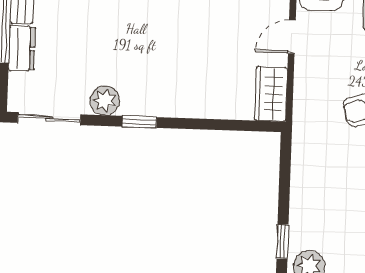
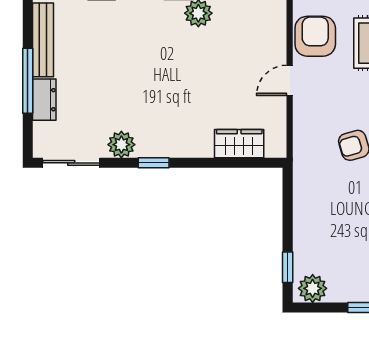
wardrobe: (271, 94) -> (239, 144), moved, turned 90

